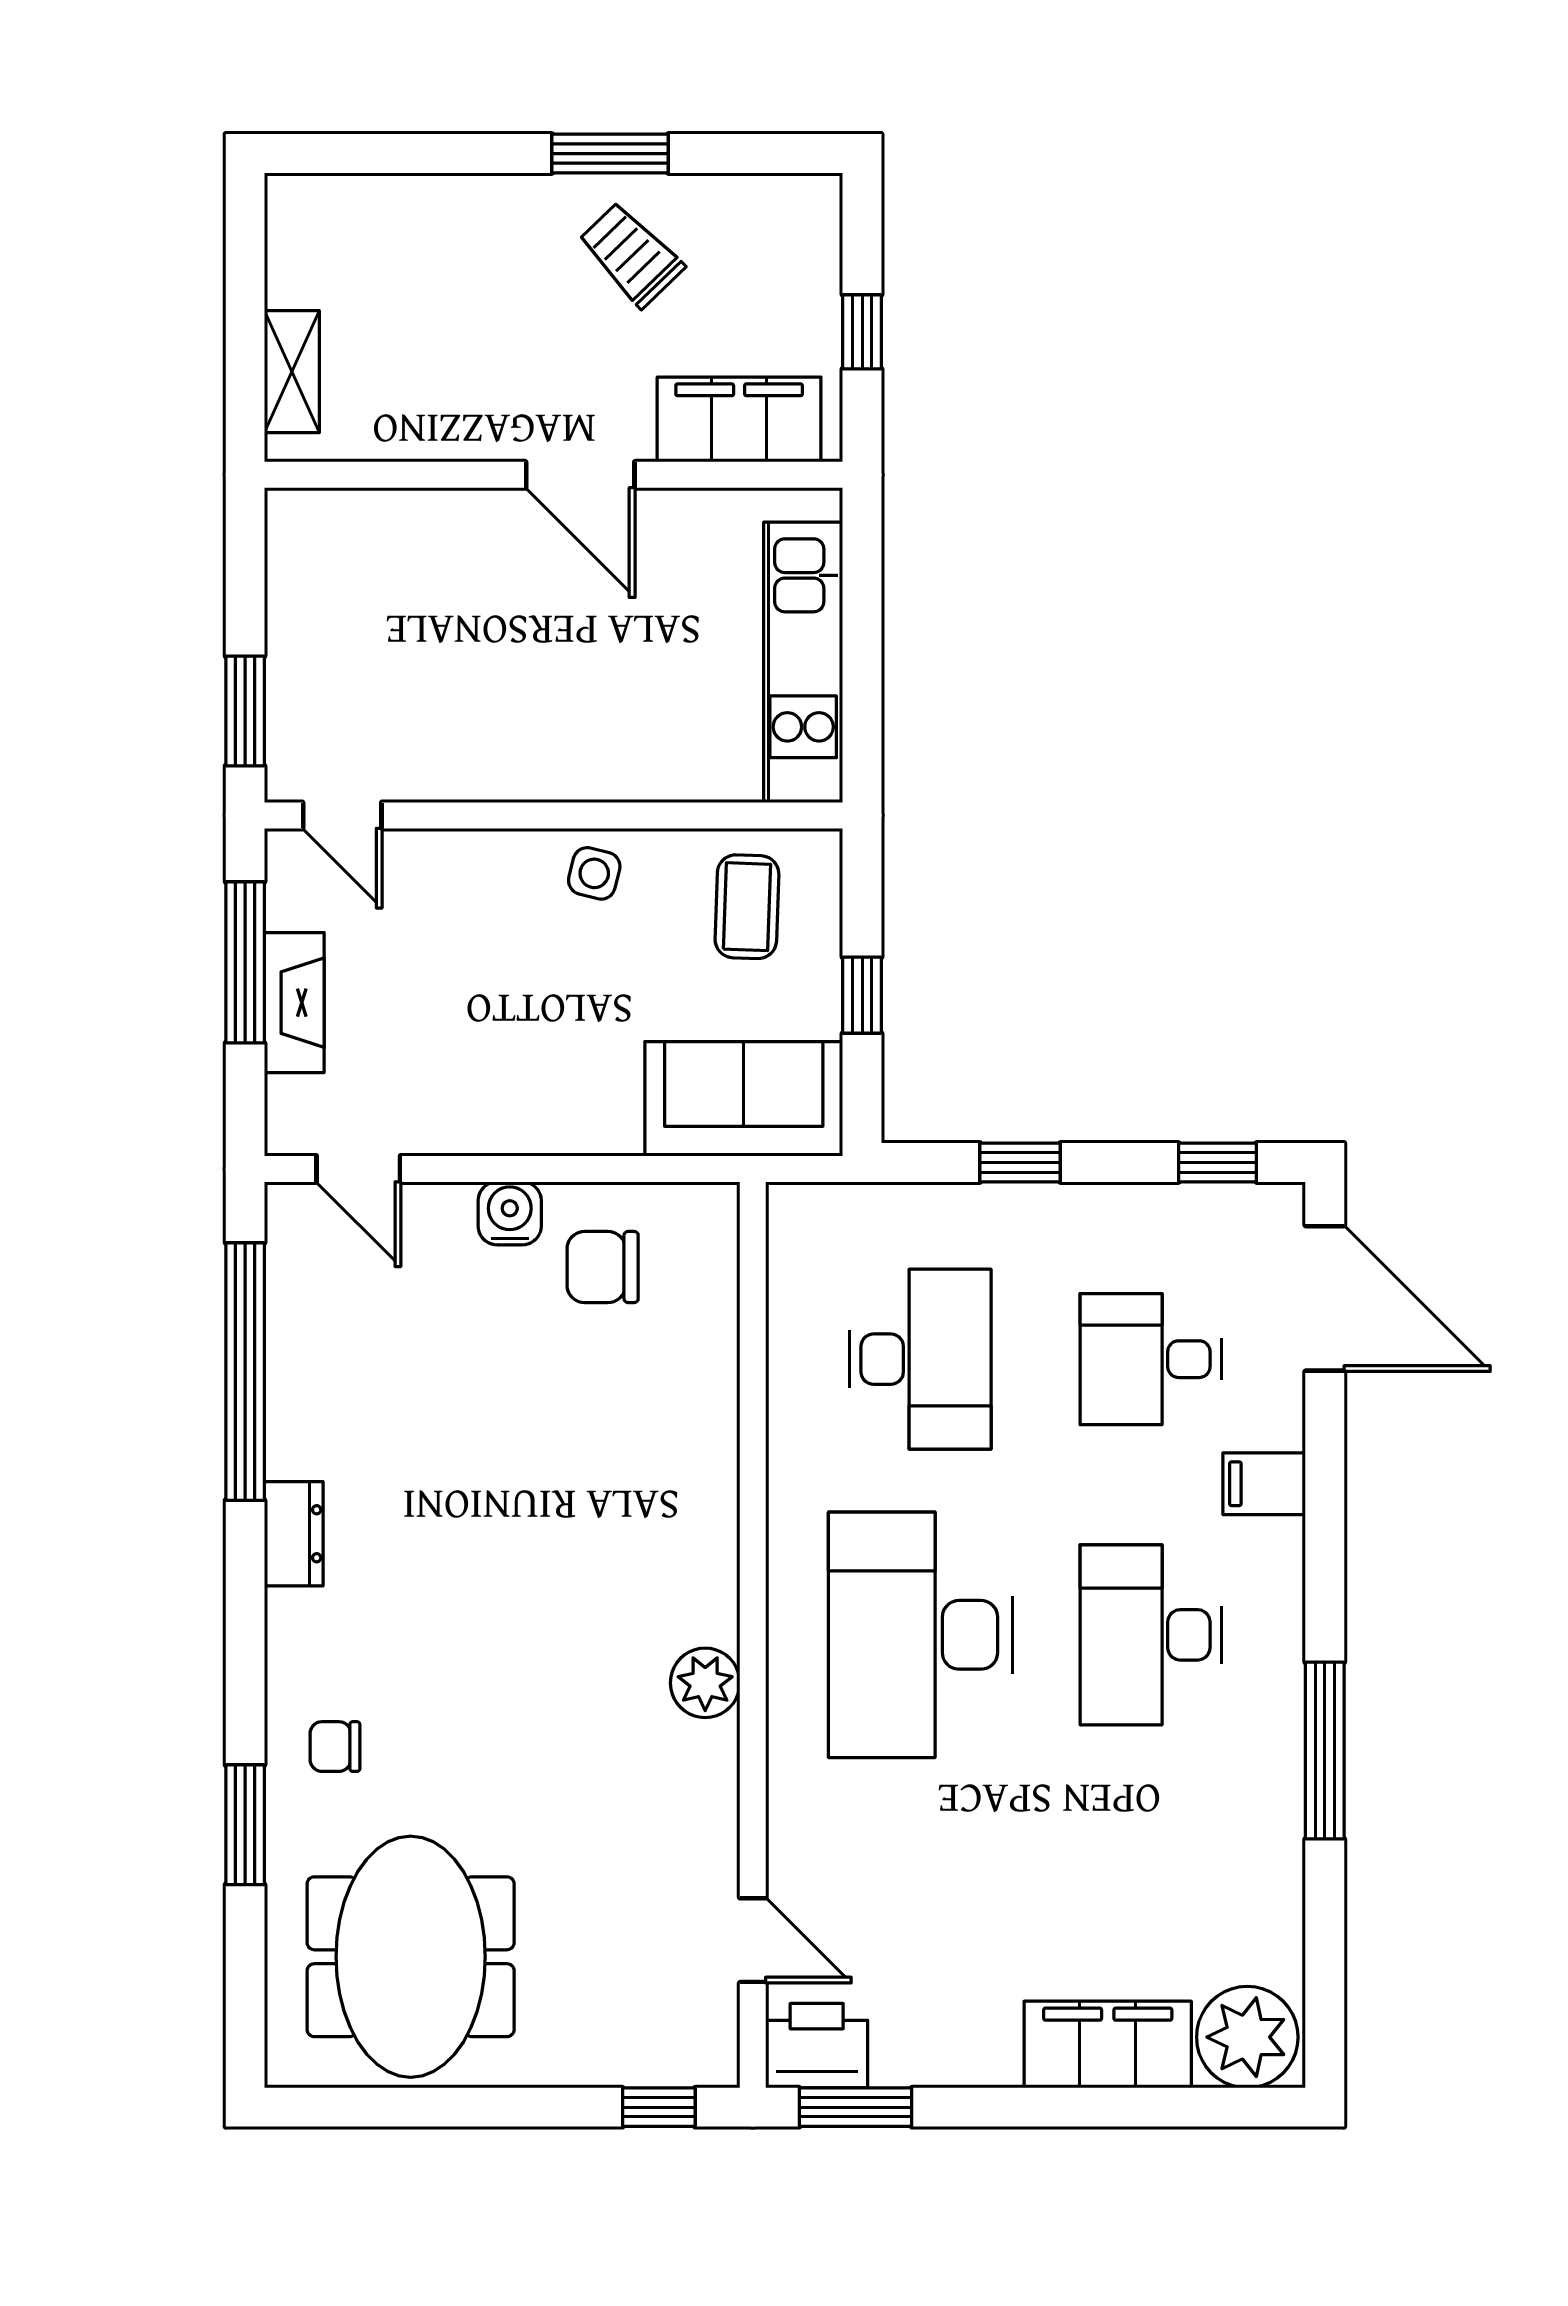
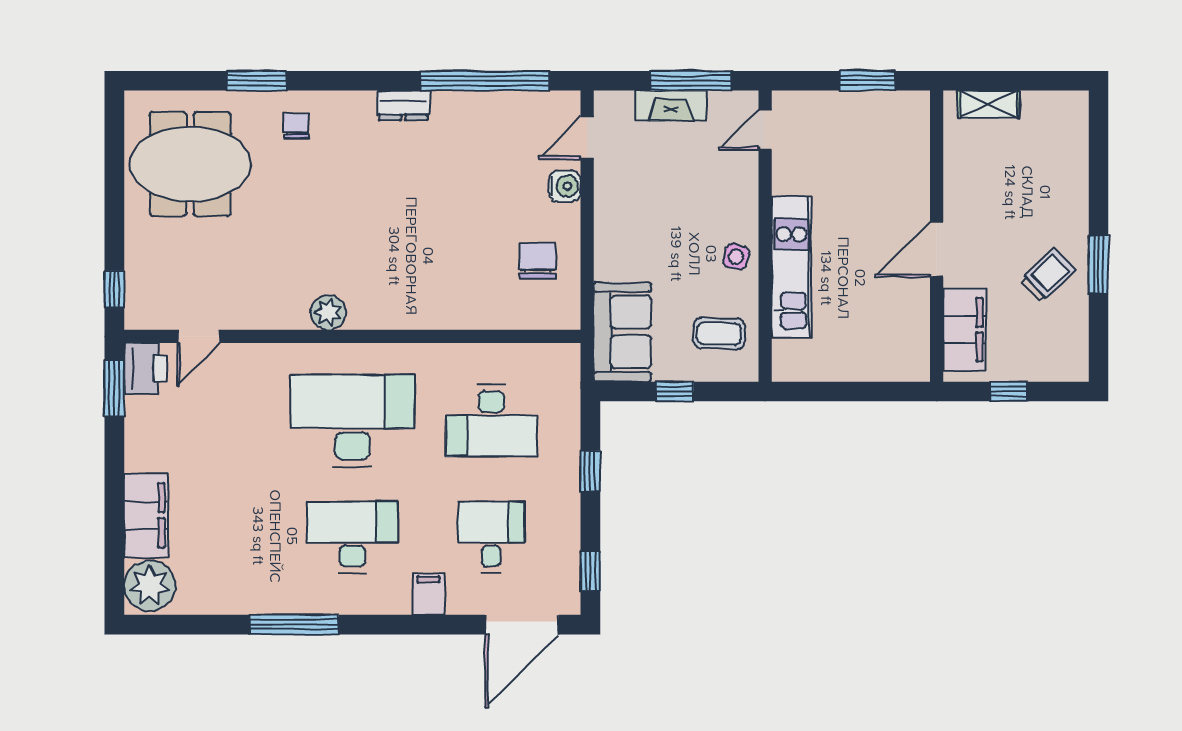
kitchen unit: (803, 662) -> (791, 267), moved, turned 90
window: (245, 711) -> (867, 81), moved
water cooler: (510, 1213) -> (565, 186), moved

